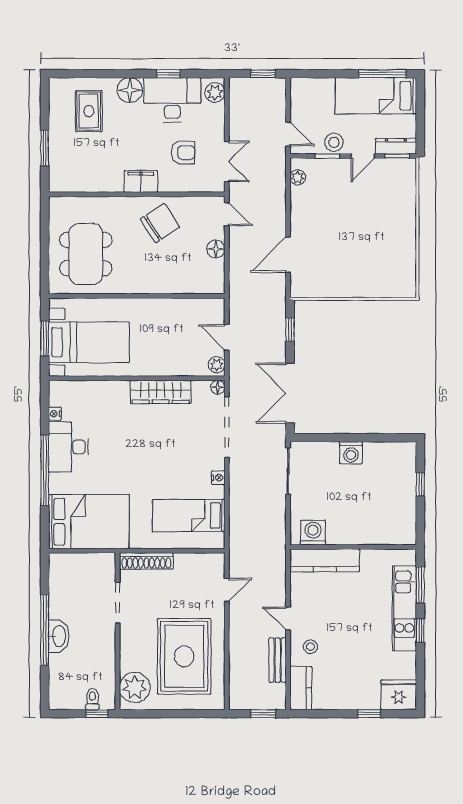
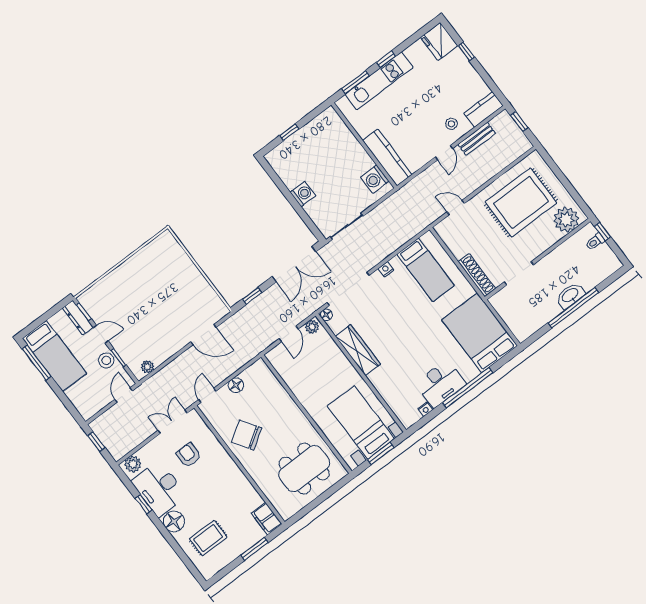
filing cabinet: (141, 181) -> (267, 519), moved

